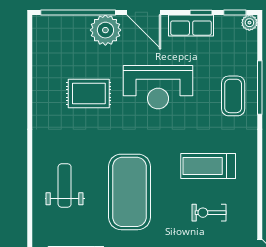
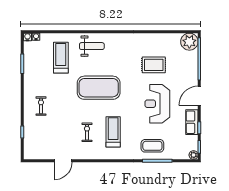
plant: (105, 30) -> (189, 42), moved
rug: (89, 93) -> (154, 65), turned 90
weight bench: (65, 186) -> (92, 46), moved

